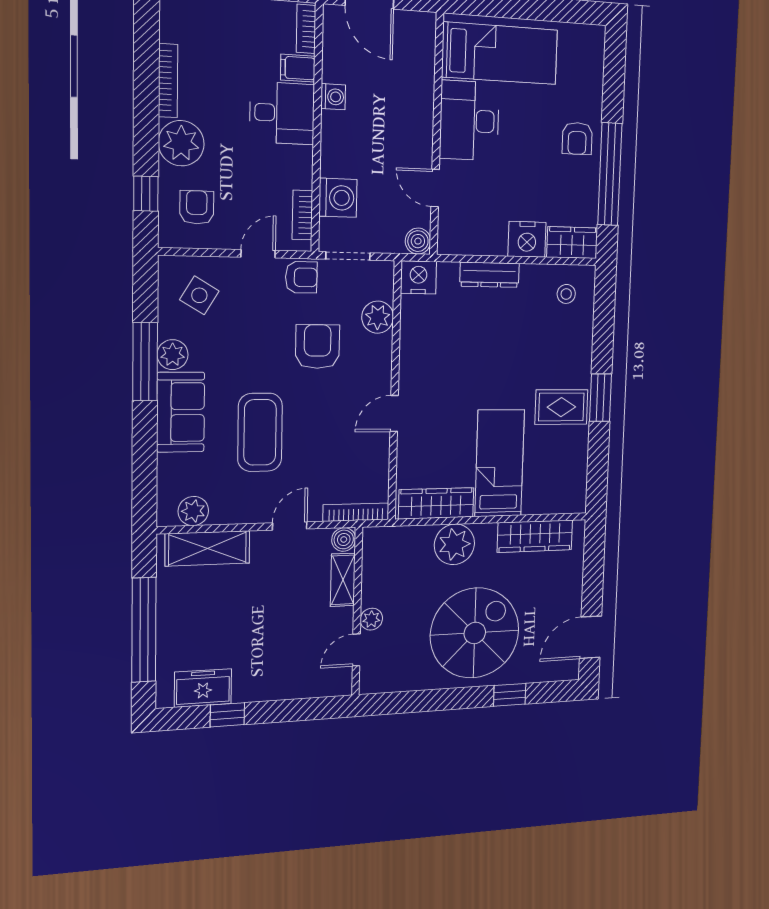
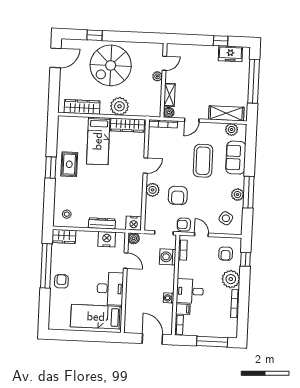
nightstand: (527, 239) -> (107, 239), moved
door: (258, 254) -> (201, 235), swing flipped
plant: (378, 317) -> (153, 190), moved
rug: (561, 407) -> (69, 164), turned 90
sofa: (181, 412) -> (236, 158), moved

